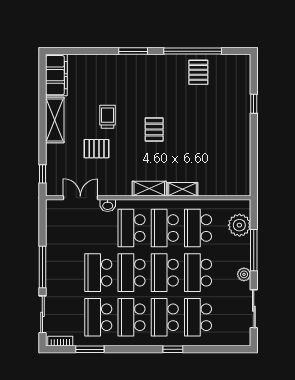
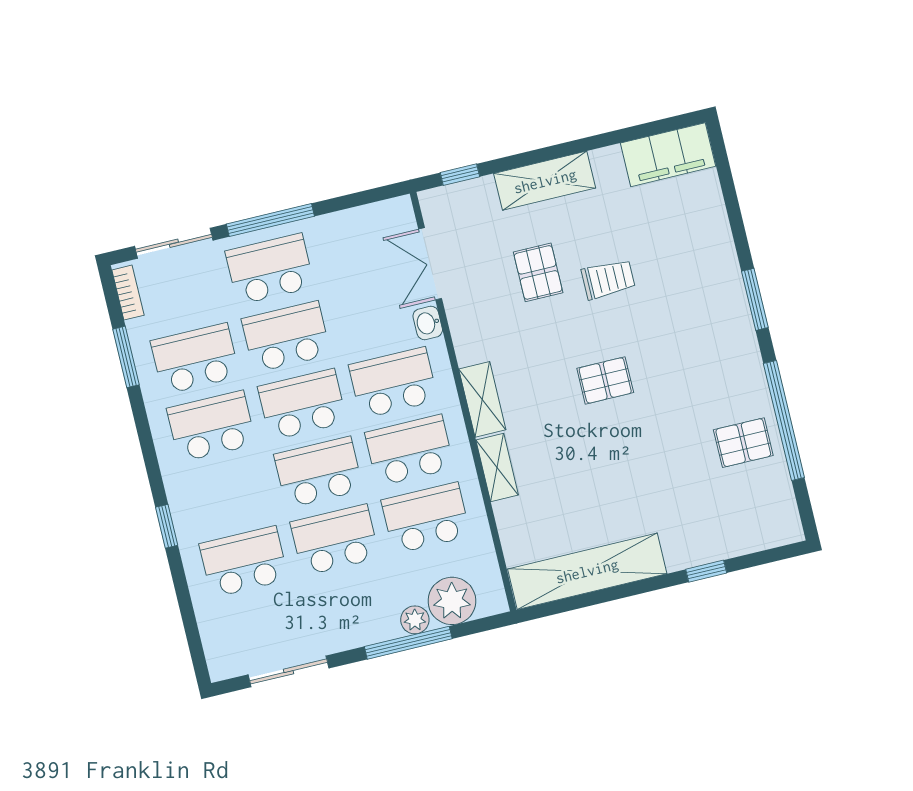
shelving: (55, 120) -> (545, 181), moved
shelving: (241, 159) -> (587, 571), added
double door: (80, 198) -> (430, 264), swing flipped
plant: (244, 274) -> (415, 620), moved
school desk: (165, 317) -> (270, 269), moved

